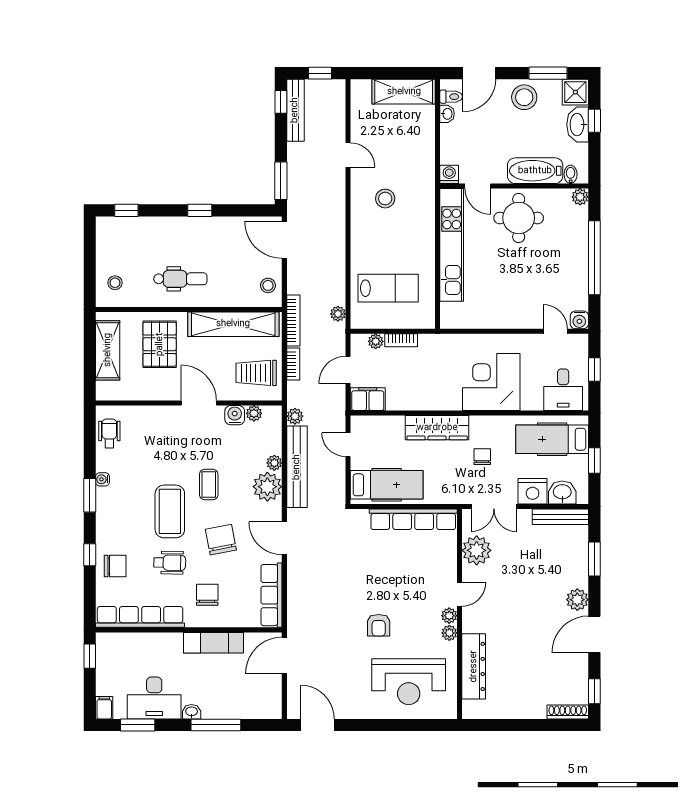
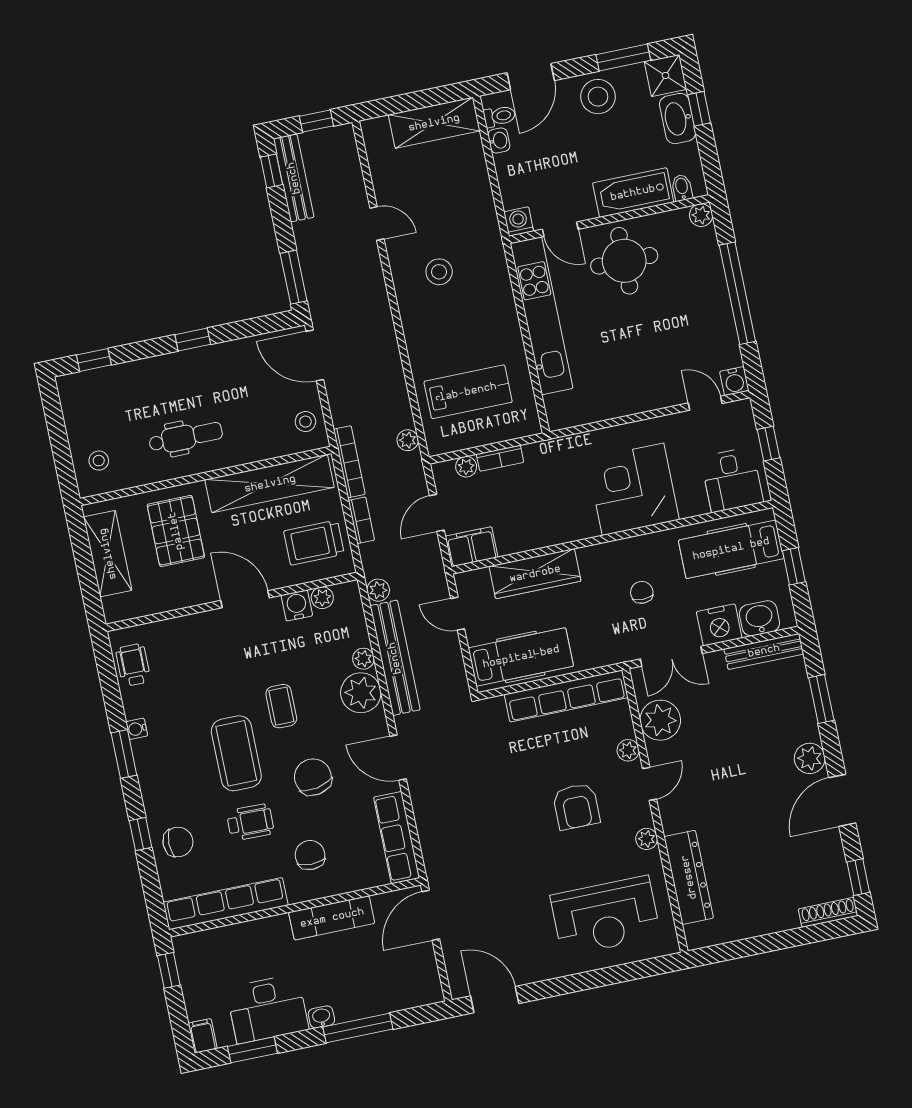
wardrobe: (437, 428) -> (535, 574), moved
plant: (449, 616) -> (628, 750), moved
armchair: (379, 625) -> (576, 806), moved, width x1.38, depth x1.38

